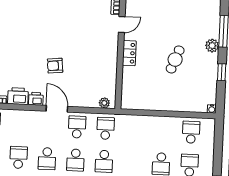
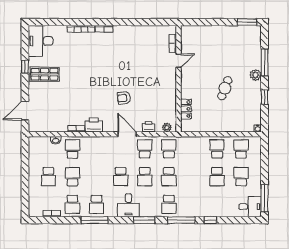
locker: (129, 53) -> (186, 109), moved
printer: (36, 99) -> (149, 127), moved
school desk: (18, 157) -> (217, 149), moved

